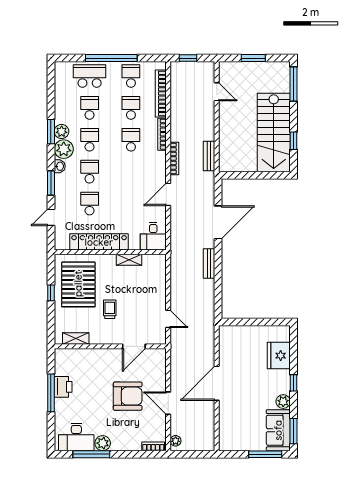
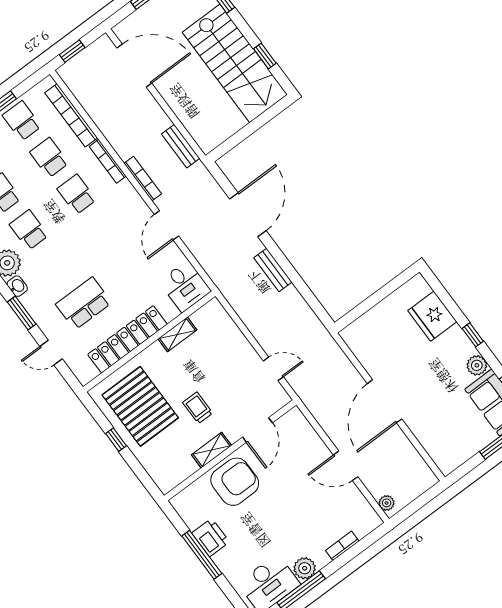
door: (217, 92) -> (134, 66), width x1.87
school desk: (90, 172) -> (56, 267), removed
school desk: (90, 204) -> (84, 303), width x1.85
door: (51, 217) -> (51, 353), hinge flipped
shelving: (76, 338) -> (211, 450), moved
armchair: (128, 396) -> (235, 482), moved
bookcase: (153, 446) -> (342, 546), moved

